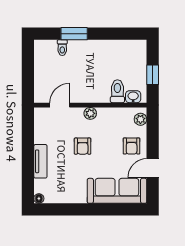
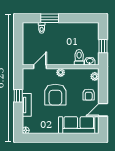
armchair: (83, 146) -> (55, 95), width x1.88, depth x1.88
window: (28, 148) -> (18, 96), added

